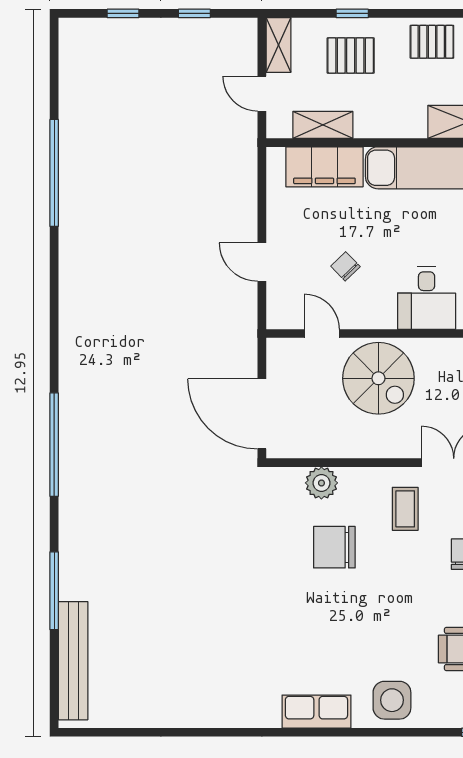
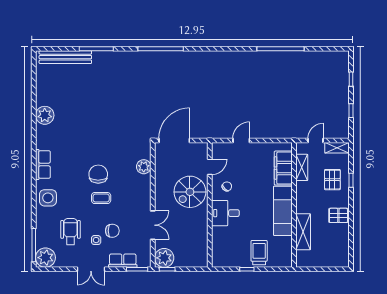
pallet: (432, 42) -> (338, 215), turned 90
chair: (345, 266) -> (227, 186), moved
coffee table: (405, 509) -> (101, 198), moved
chair: (334, 547) -> (98, 174), moved
plant: (205, 707) -> (45, 115), added

